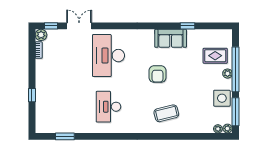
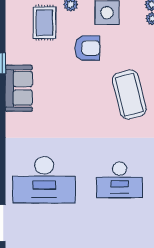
armchair: (158, 74) -> (87, 48), moved
coffee table: (166, 113) -> (129, 95), width x1.36, depth x1.32

